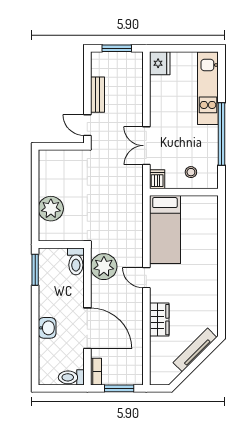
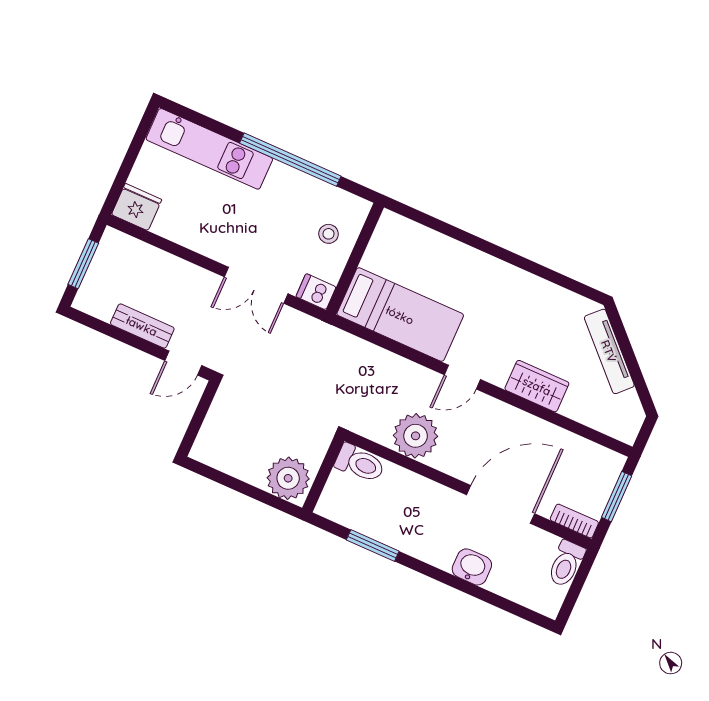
wall: (61, 244) -> (323, 474), moved
toilet: (76, 261) -> (360, 463), moved

